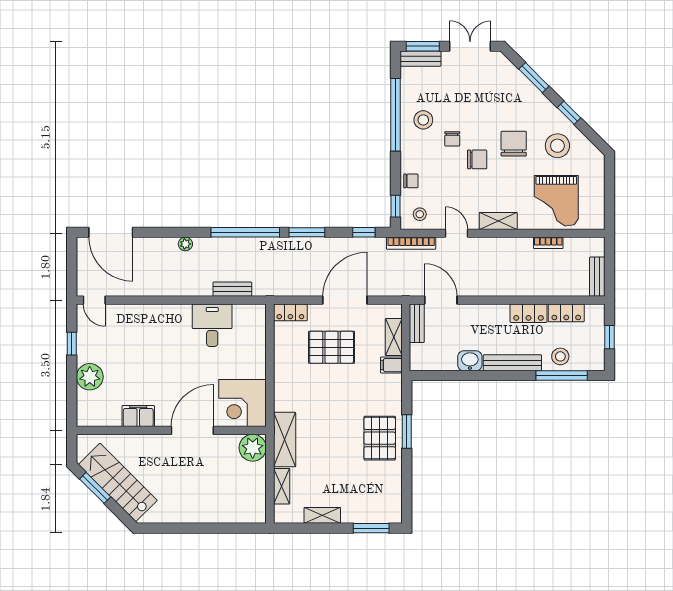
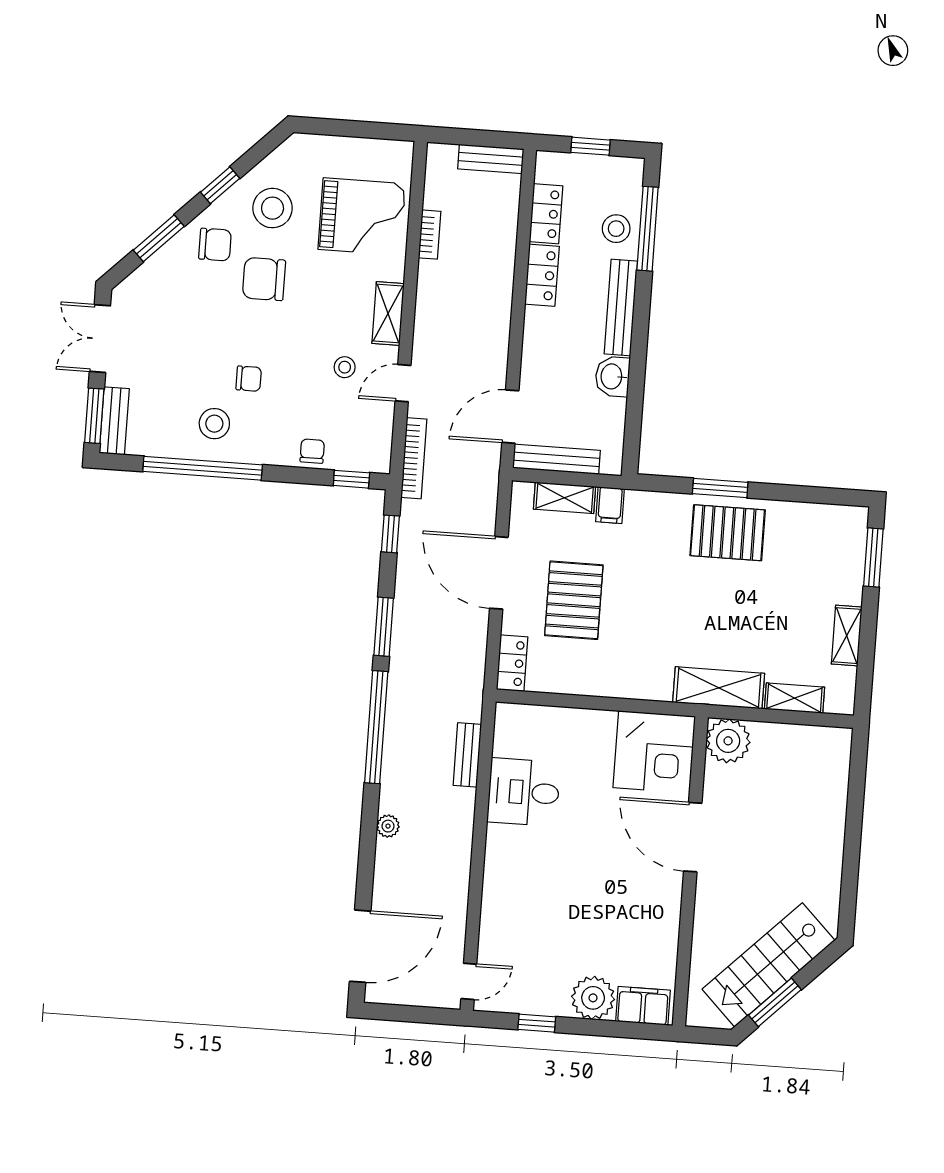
chair: (477, 159) -> (215, 245), moved, turned 90
stool: (420, 214) -> (345, 367), moved
bench: (417, 323) -> (556, 459), width x1.36
filing cabinet: (138, 416) -> (643, 1006), moved, turned 90

